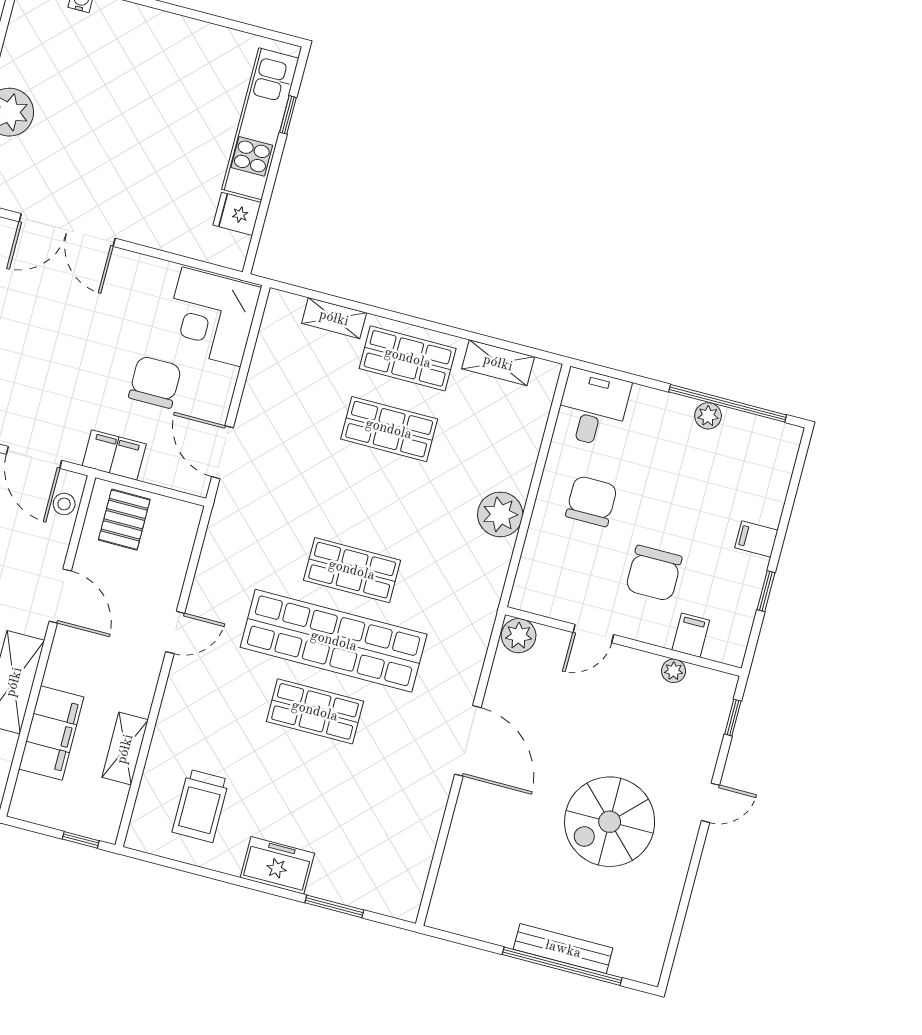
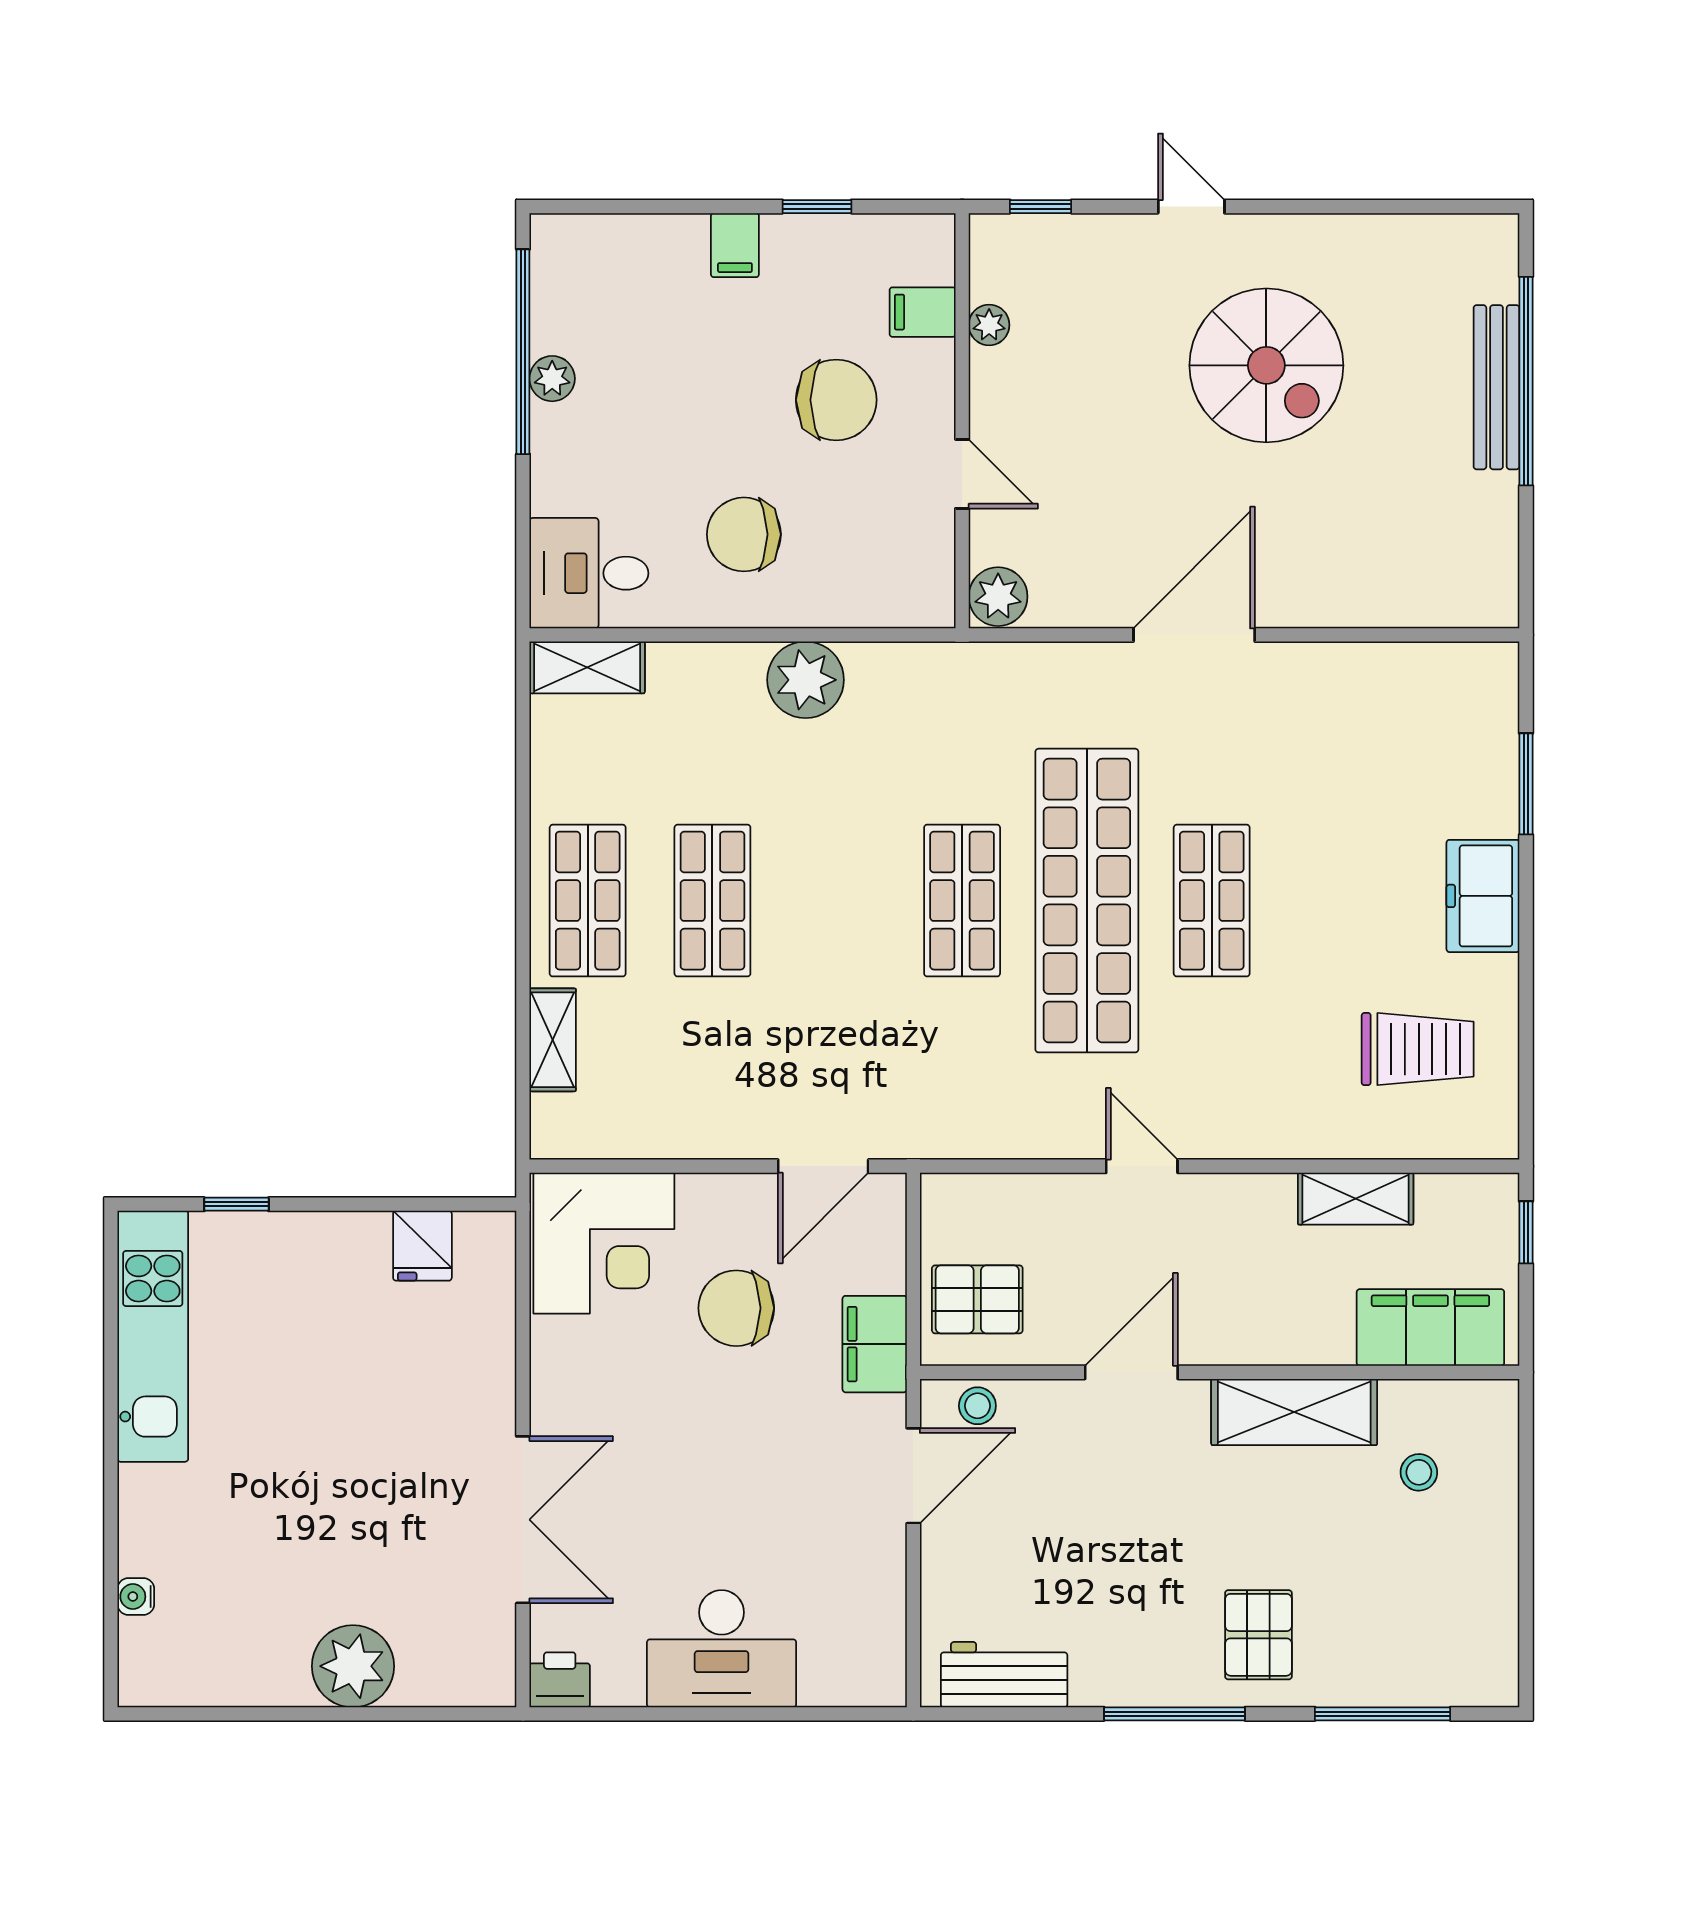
kitchen unit: (260, 124) -> (153, 1336), moved, turned -90
shelving: (498, 363) -> (587, 667), moved, turned 90
filing cabinet: (51, 733) -> (1430, 1327), moved

